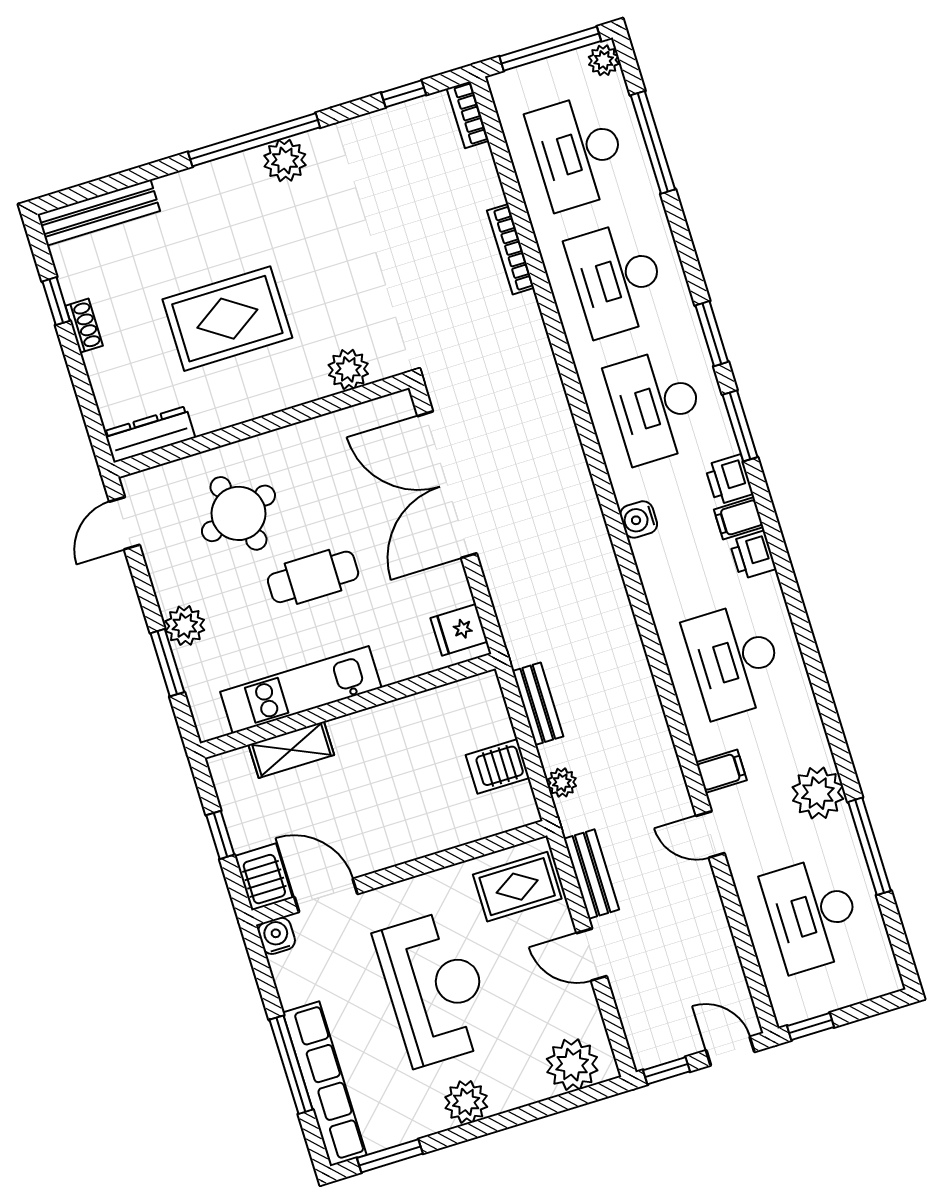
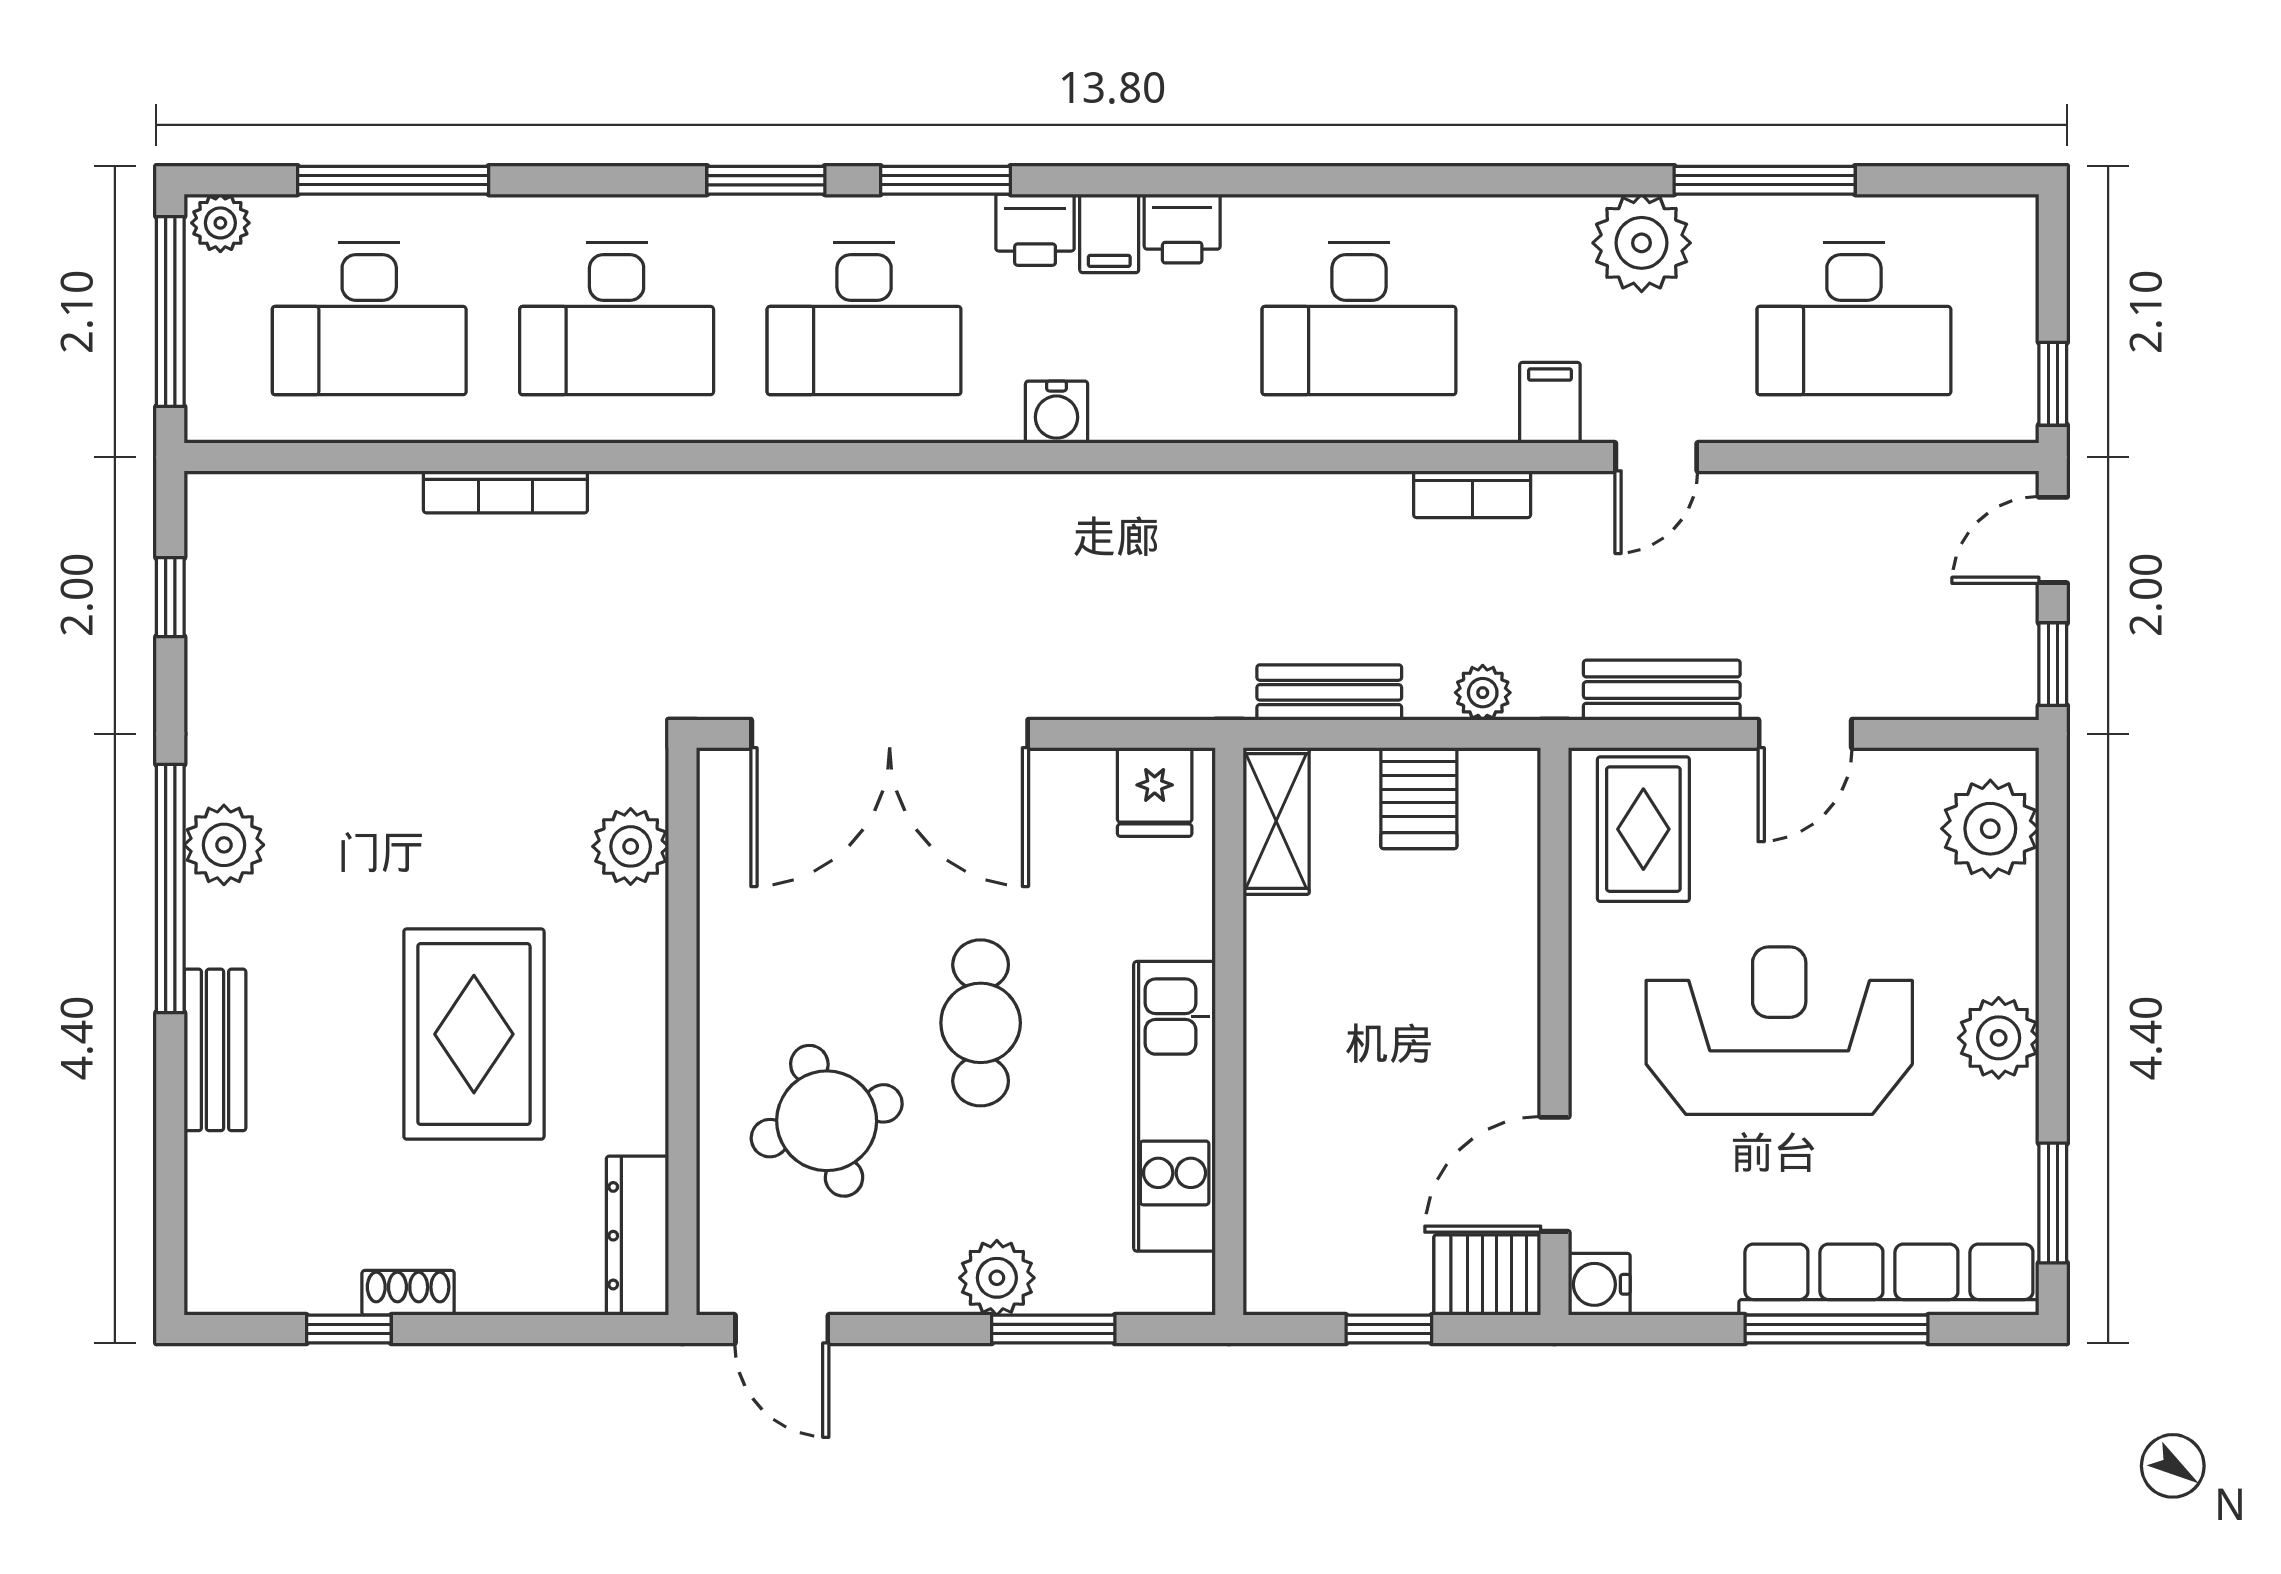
bookcase: (468, 115) -> (1472, 494), moved
bench: (99, 213) -> (215, 1050), moved, width x0.73
shelving: (291, 750) -> (1276, 821), moved

